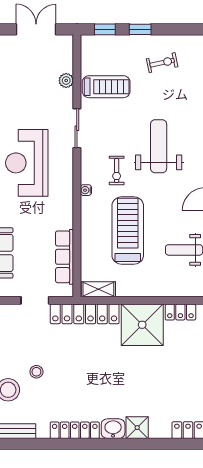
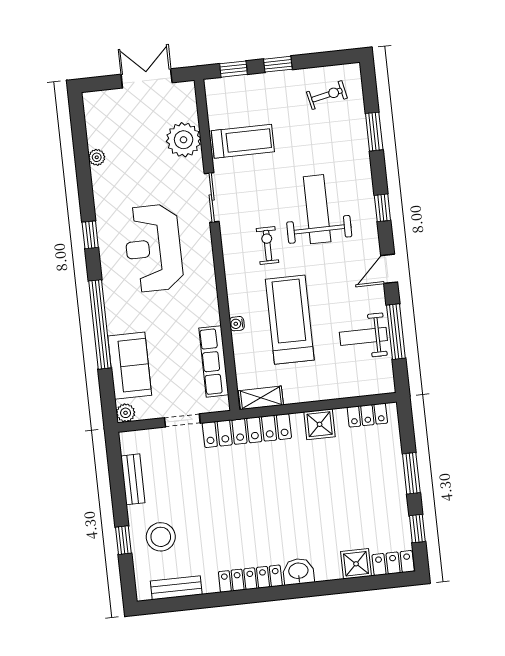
exercise bike: (162, 63) -> (327, 95), moved
plant: (66, 80) -> (184, 140), width x1.87, depth x1.87
exercise bike: (117, 171) -> (267, 246), turned 180
water cooler: (86, 190) -> (237, 324), moved
shower: (142, 325) -> (320, 424), width x0.54, depth x0.54
stool: (36, 372) -> (194, 510), removed
shower: (137, 428) -> (356, 564), moved

